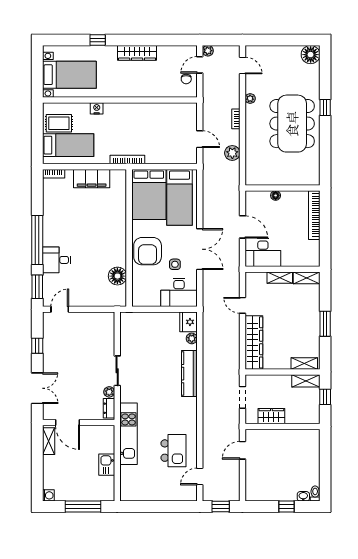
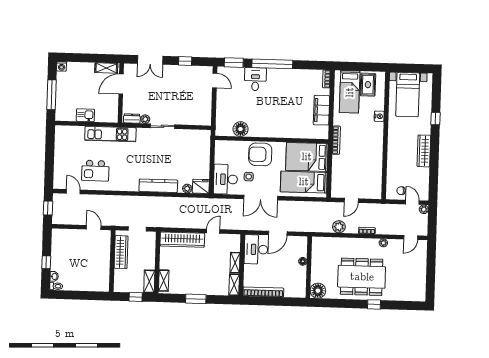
floor lamp: (311, 55) -> (318, 291), moved
bookcase: (314, 215) -> (263, 292), moved
wardrobe: (271, 416) -> (121, 252), width x1.50

